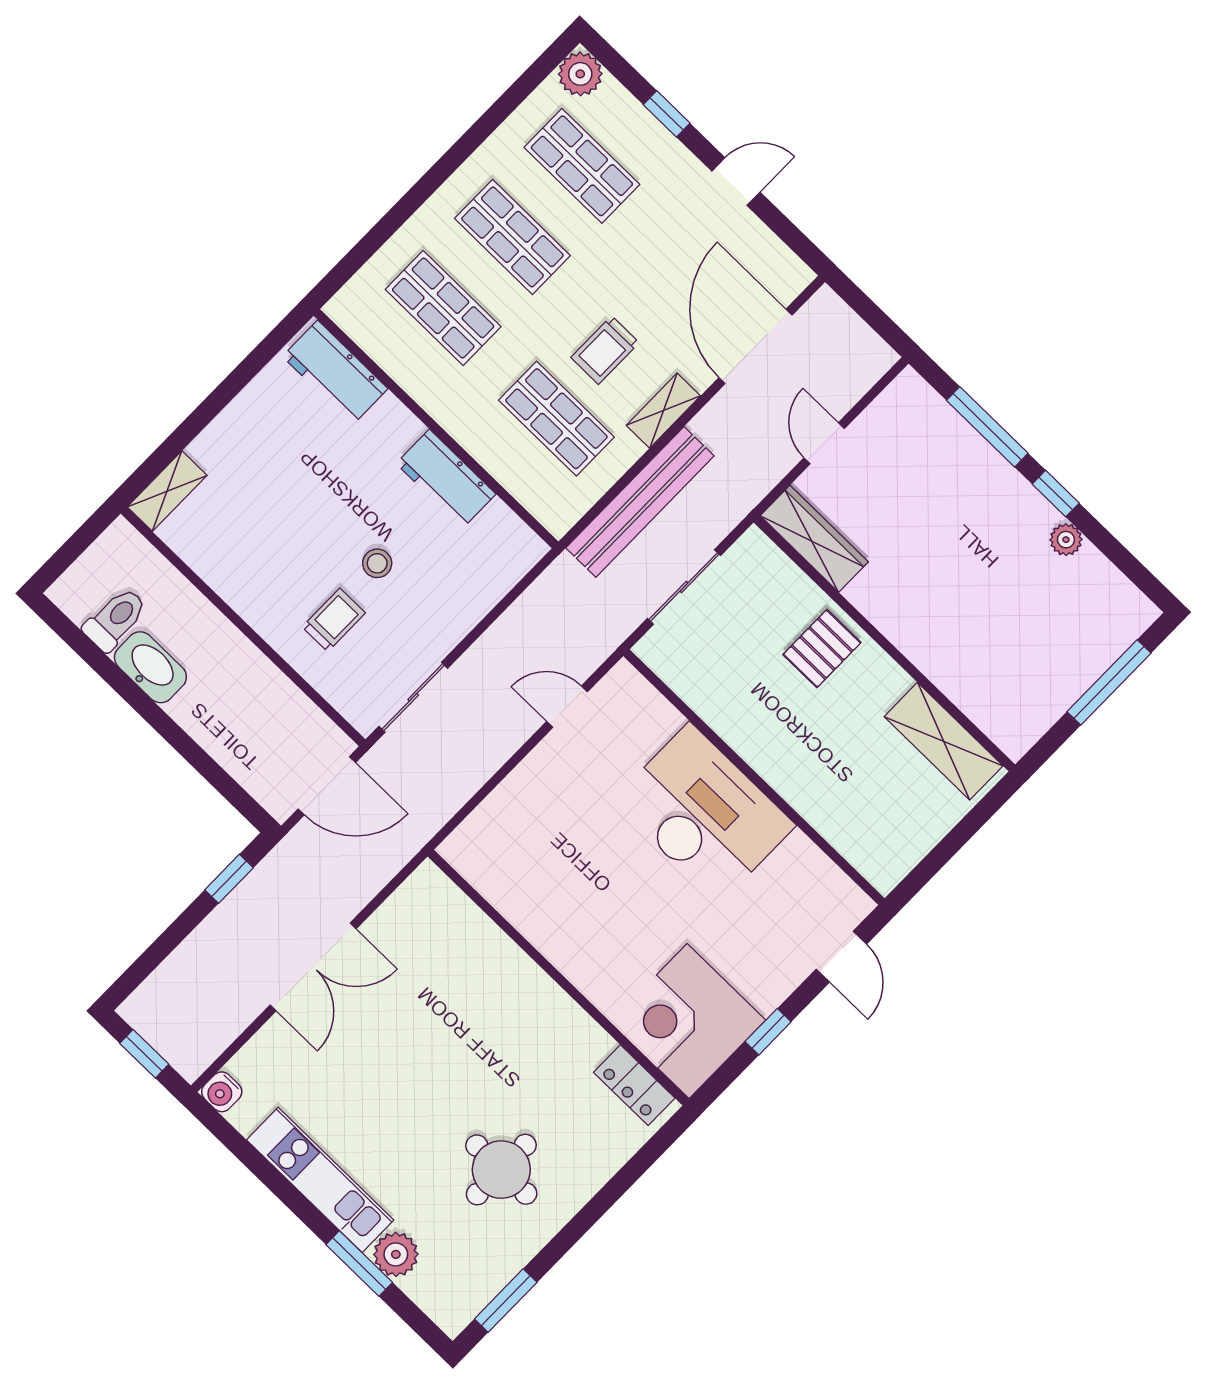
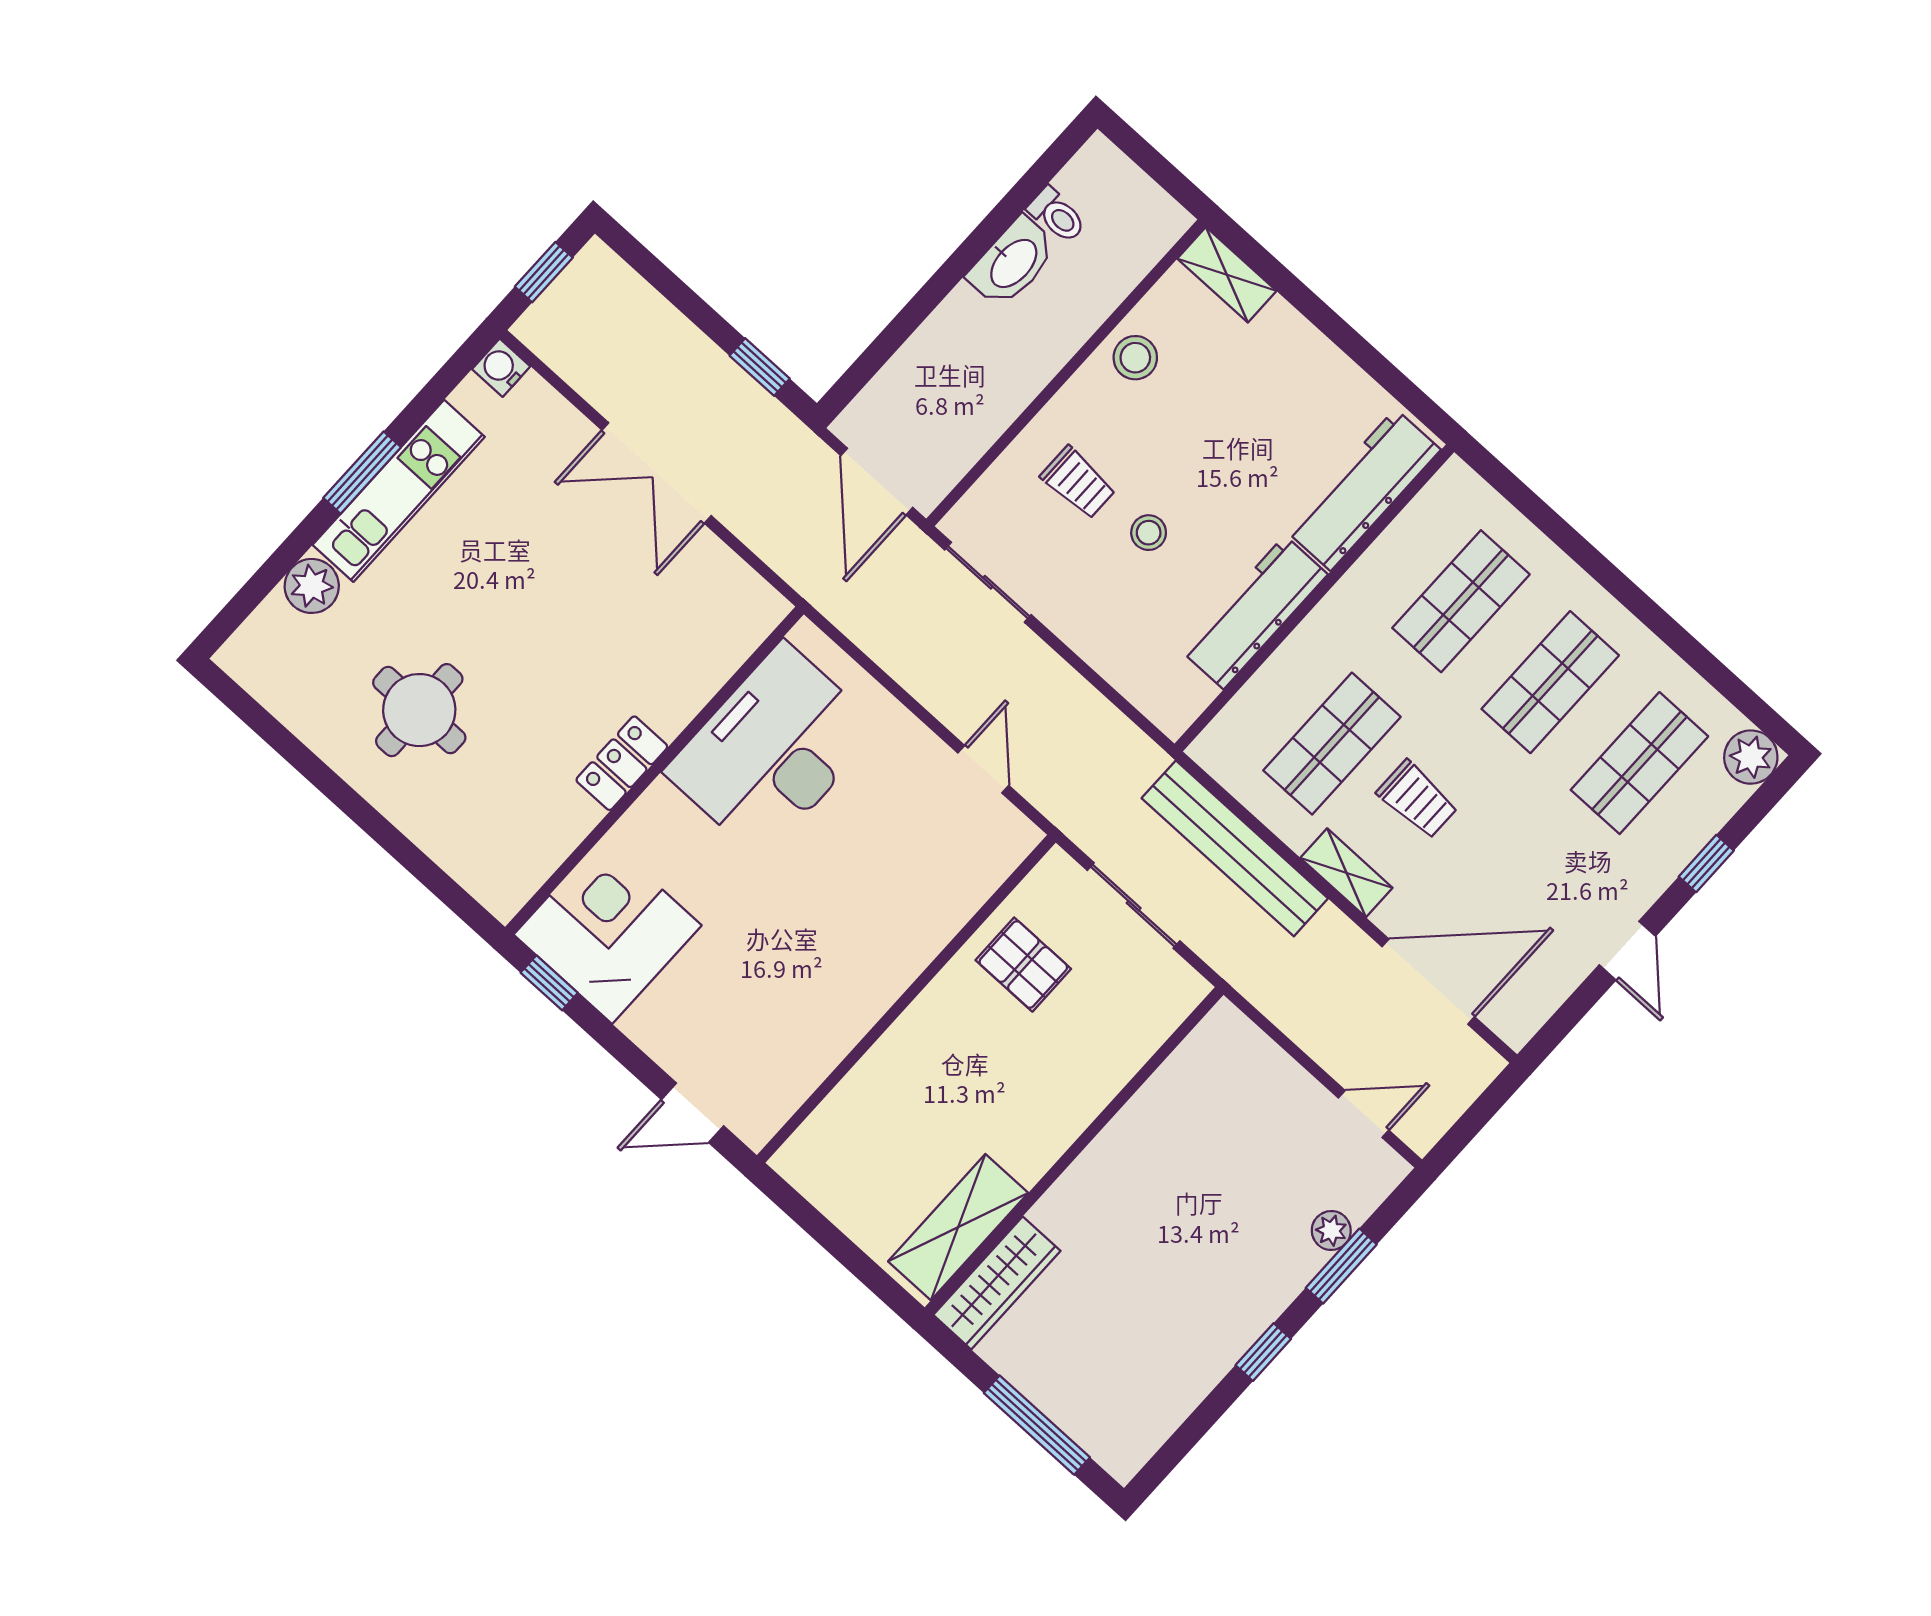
trolley: (605, 350) -> (1417, 799), turned 180
workbench: (335, 372) -> (1363, 490), width x1.38
window: (987, 427) -> (1341, 1266), width x0.69
door: (824, 443) -> (1364, 1114), moved
workbench: (446, 479) -> (1254, 612), width x1.37
wardrobe: (814, 539) -> (997, 1283), moved
plant: (1066, 540) -> (1331, 1231), moved
stool: (233, 569) -> (1135, 358), added
toilet: (115, 619) -> (1057, 215), width x0.73, depth x0.72
pallet: (822, 649) -> (1023, 965), moved
desk: (704, 813) -> (772, 750), moved, turned 180
window: (768, 1032) -> (549, 983), moved
locker: (634, 1085) -> (622, 763), moved
window: (359, 1263) -> (362, 473), moved
window: (506, 1301) -> (261, 721), removed

